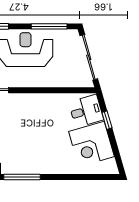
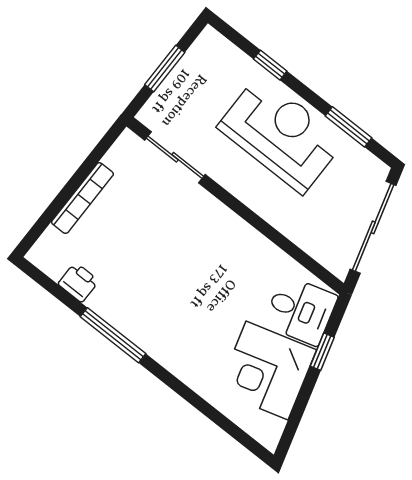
window: (49, 26) -> (348, 127), width x0.69

